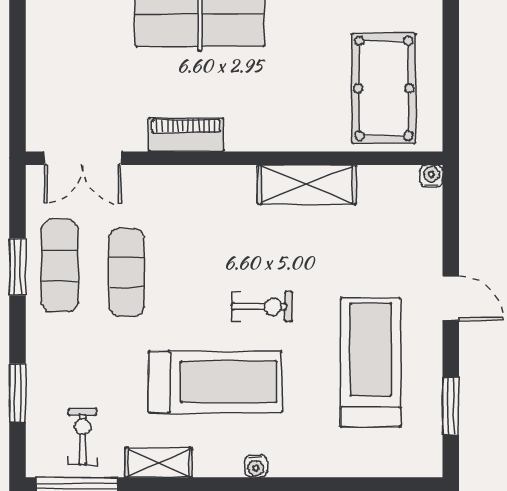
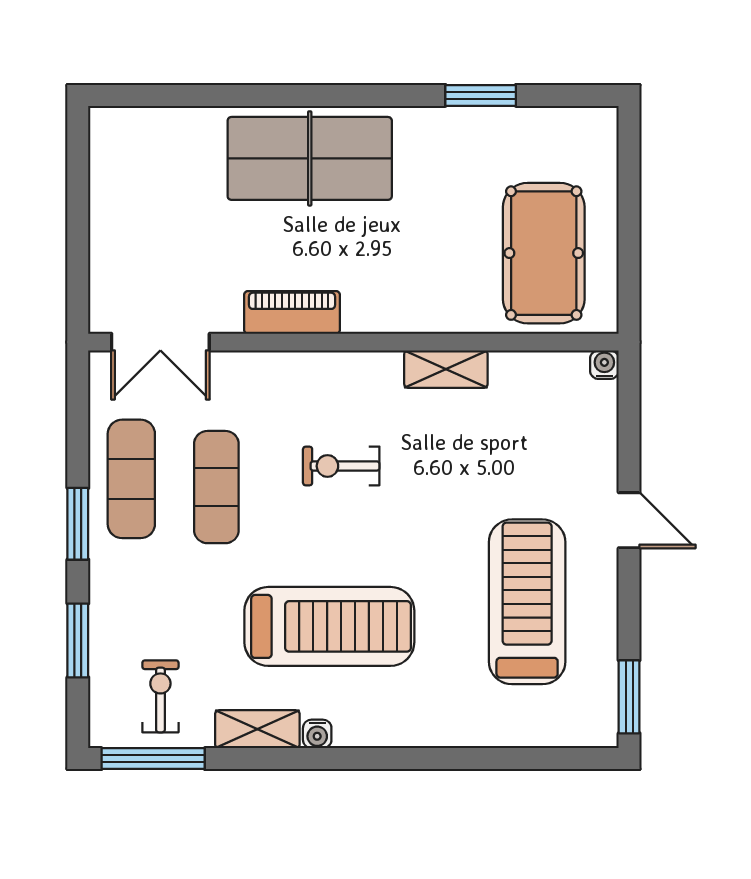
shelving: (307, 184) -> (446, 369), width x0.67, depth x0.75
window: (18, 267) -> (78, 524), moved
exercise bike: (262, 307) -> (341, 466), moved, turned 180
window: (451, 406) -> (629, 697), moved
water cooler: (256, 466) -> (317, 734), moved

